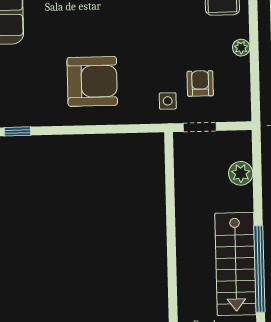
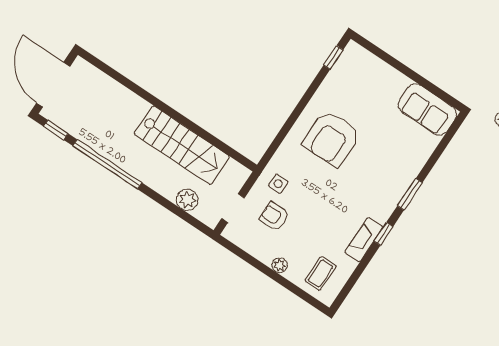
armchair: (200, 84) -> (274, 217), turned 180
doorway: (200, 127) -> (233, 208), moved
stairs: (236, 264) -> (182, 145), moved, turned 180

